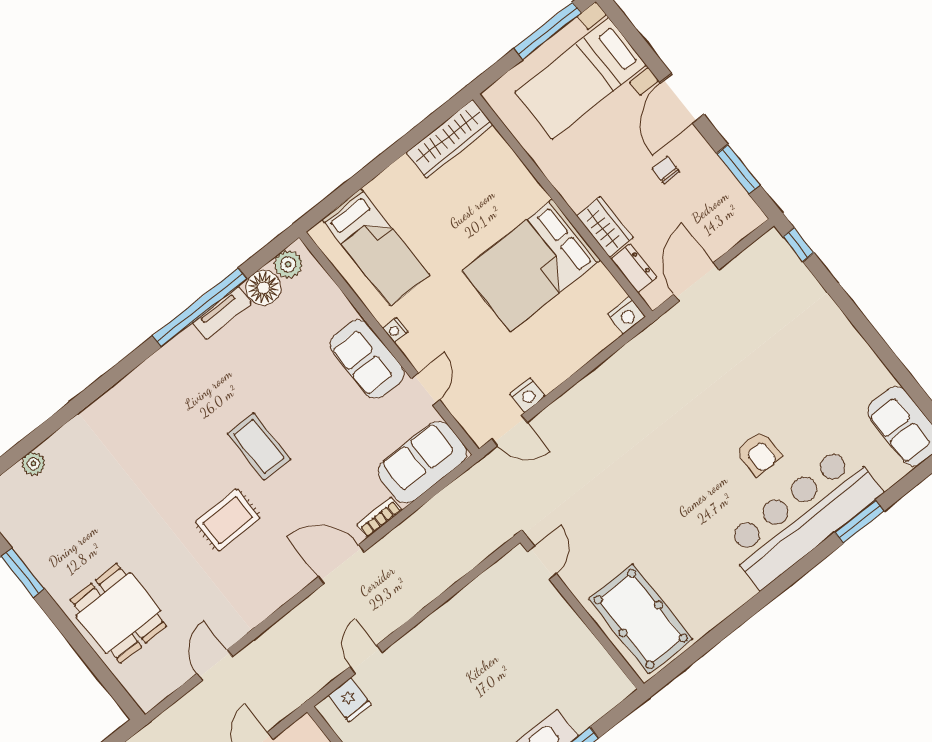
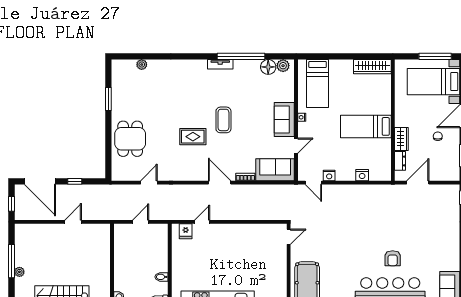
bed: (531, 265) -> (366, 126), width x0.67
tv unit: (222, 313) -> (220, 64), moved
nightstand: (627, 315) -> (362, 175), moved

